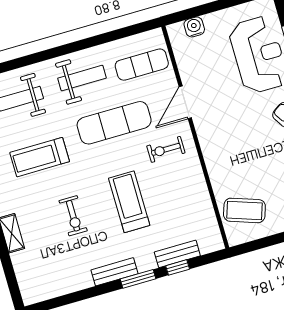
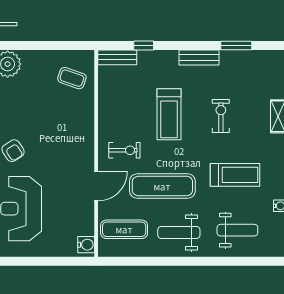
water cooler: (194, 27) -> (86, 245), moved, turned -90
coffee table: (244, 210) -> (72, 78), width x0.73, depth x0.77
bench: (177, 254) -> (117, 57), moved
window: (138, 279) -> (236, 46), moved

